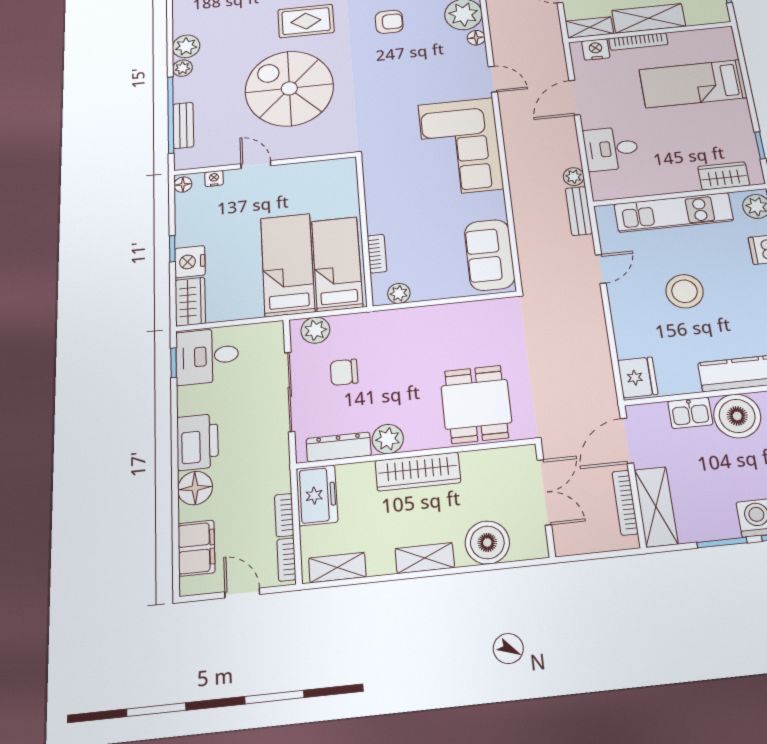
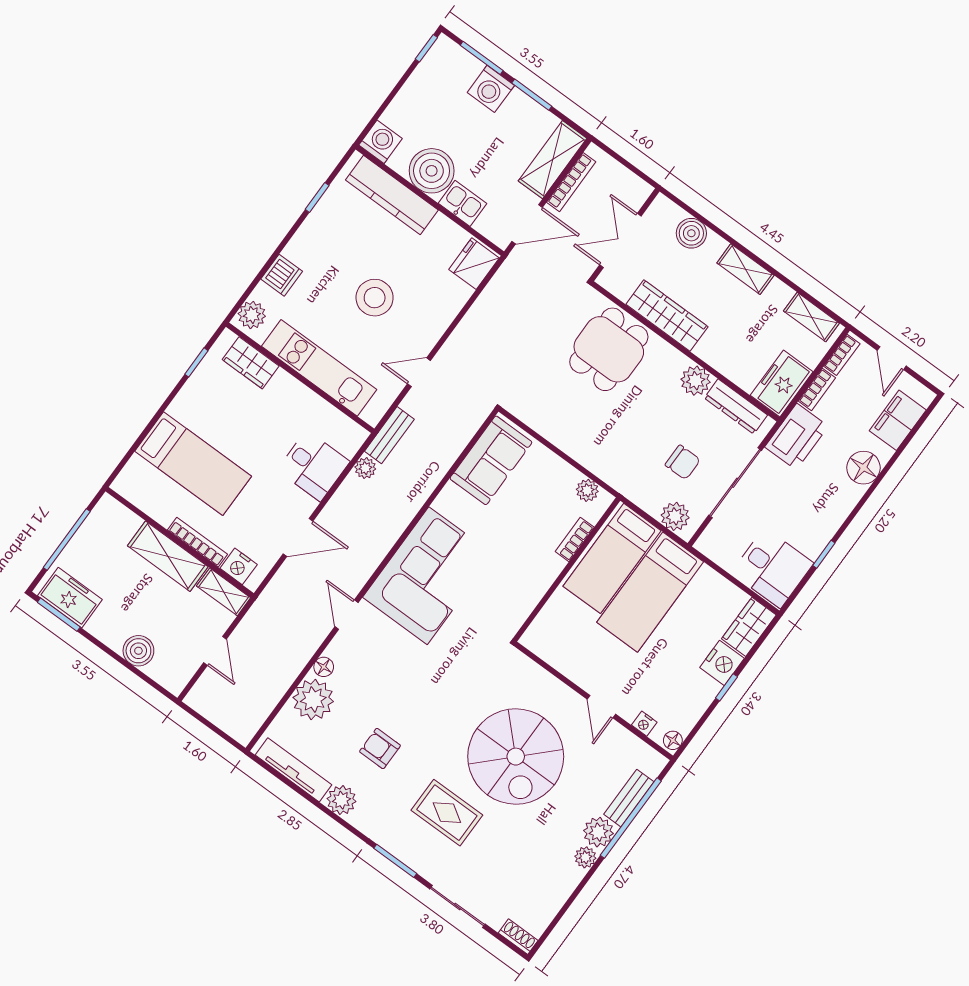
plant: (186, 46) -> (598, 832), moved
window: (174, 363) -> (824, 554), moved
printer: (197, 442) -> (797, 437), moved, turned 180
wardrobe: (418, 472) -> (667, 316), moved
boiler: (487, 542) -> (691, 233), width x0.73, depth x0.73

